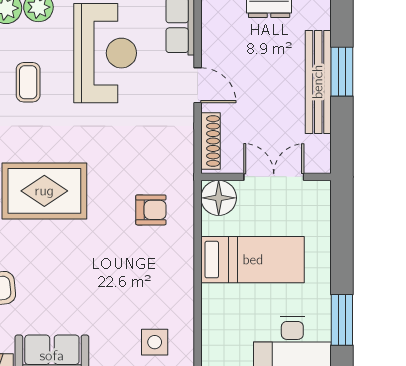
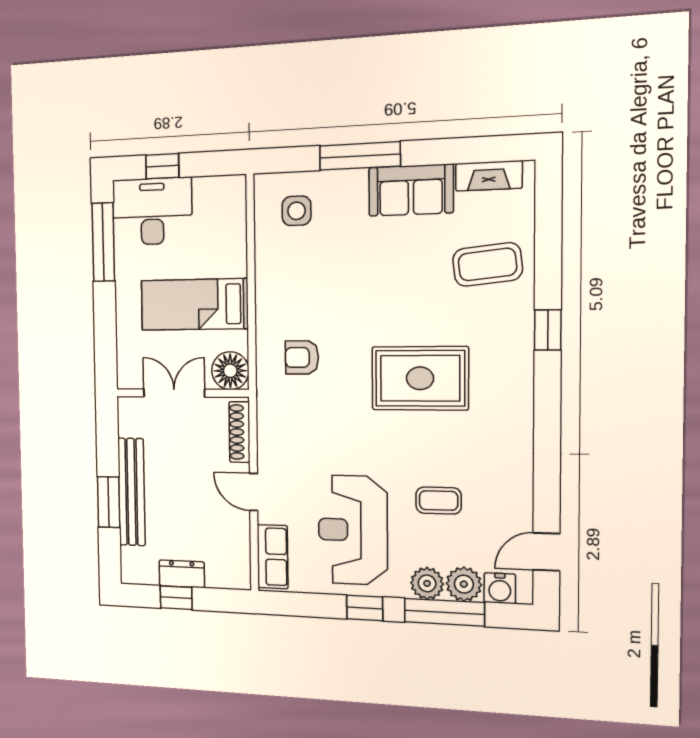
coffee table: (28, 82) -> (439, 501), turned 90
double door: (274, 177) -> (174, 393), swing flipped
window: (342, 320) -> (103, 242), width x1.44

